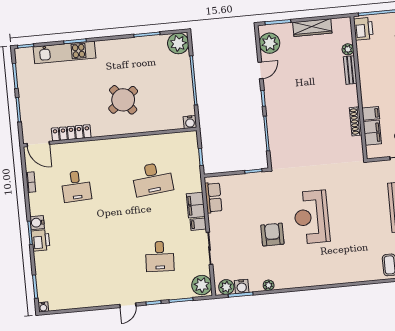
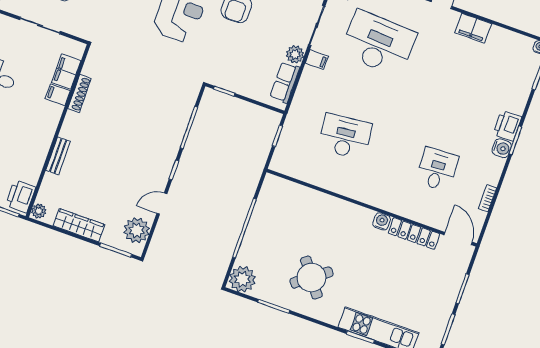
plant: (348, 49) -> (39, 211), moved
round table: (123, 100) -> (311, 278), moved
water cooler: (190, 122) -> (382, 221), moved
filing cabinet: (196, 205) -> (473, 28), moved, turned 90
plant: (215, 221) -> (295, 54), added
desk: (160, 256) -> (378, 43), width x1.87, depth x1.30

